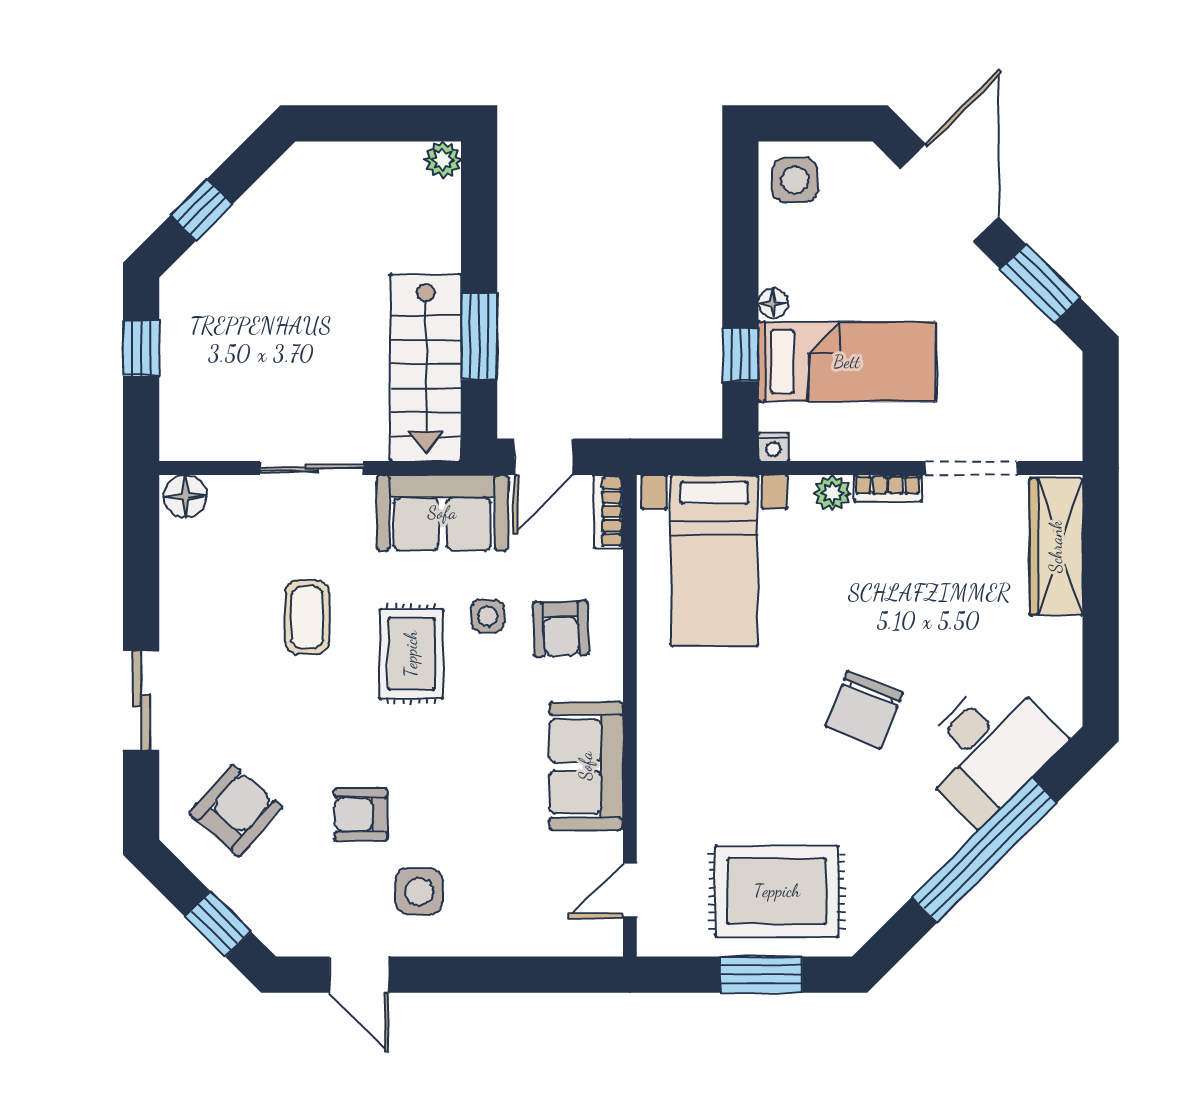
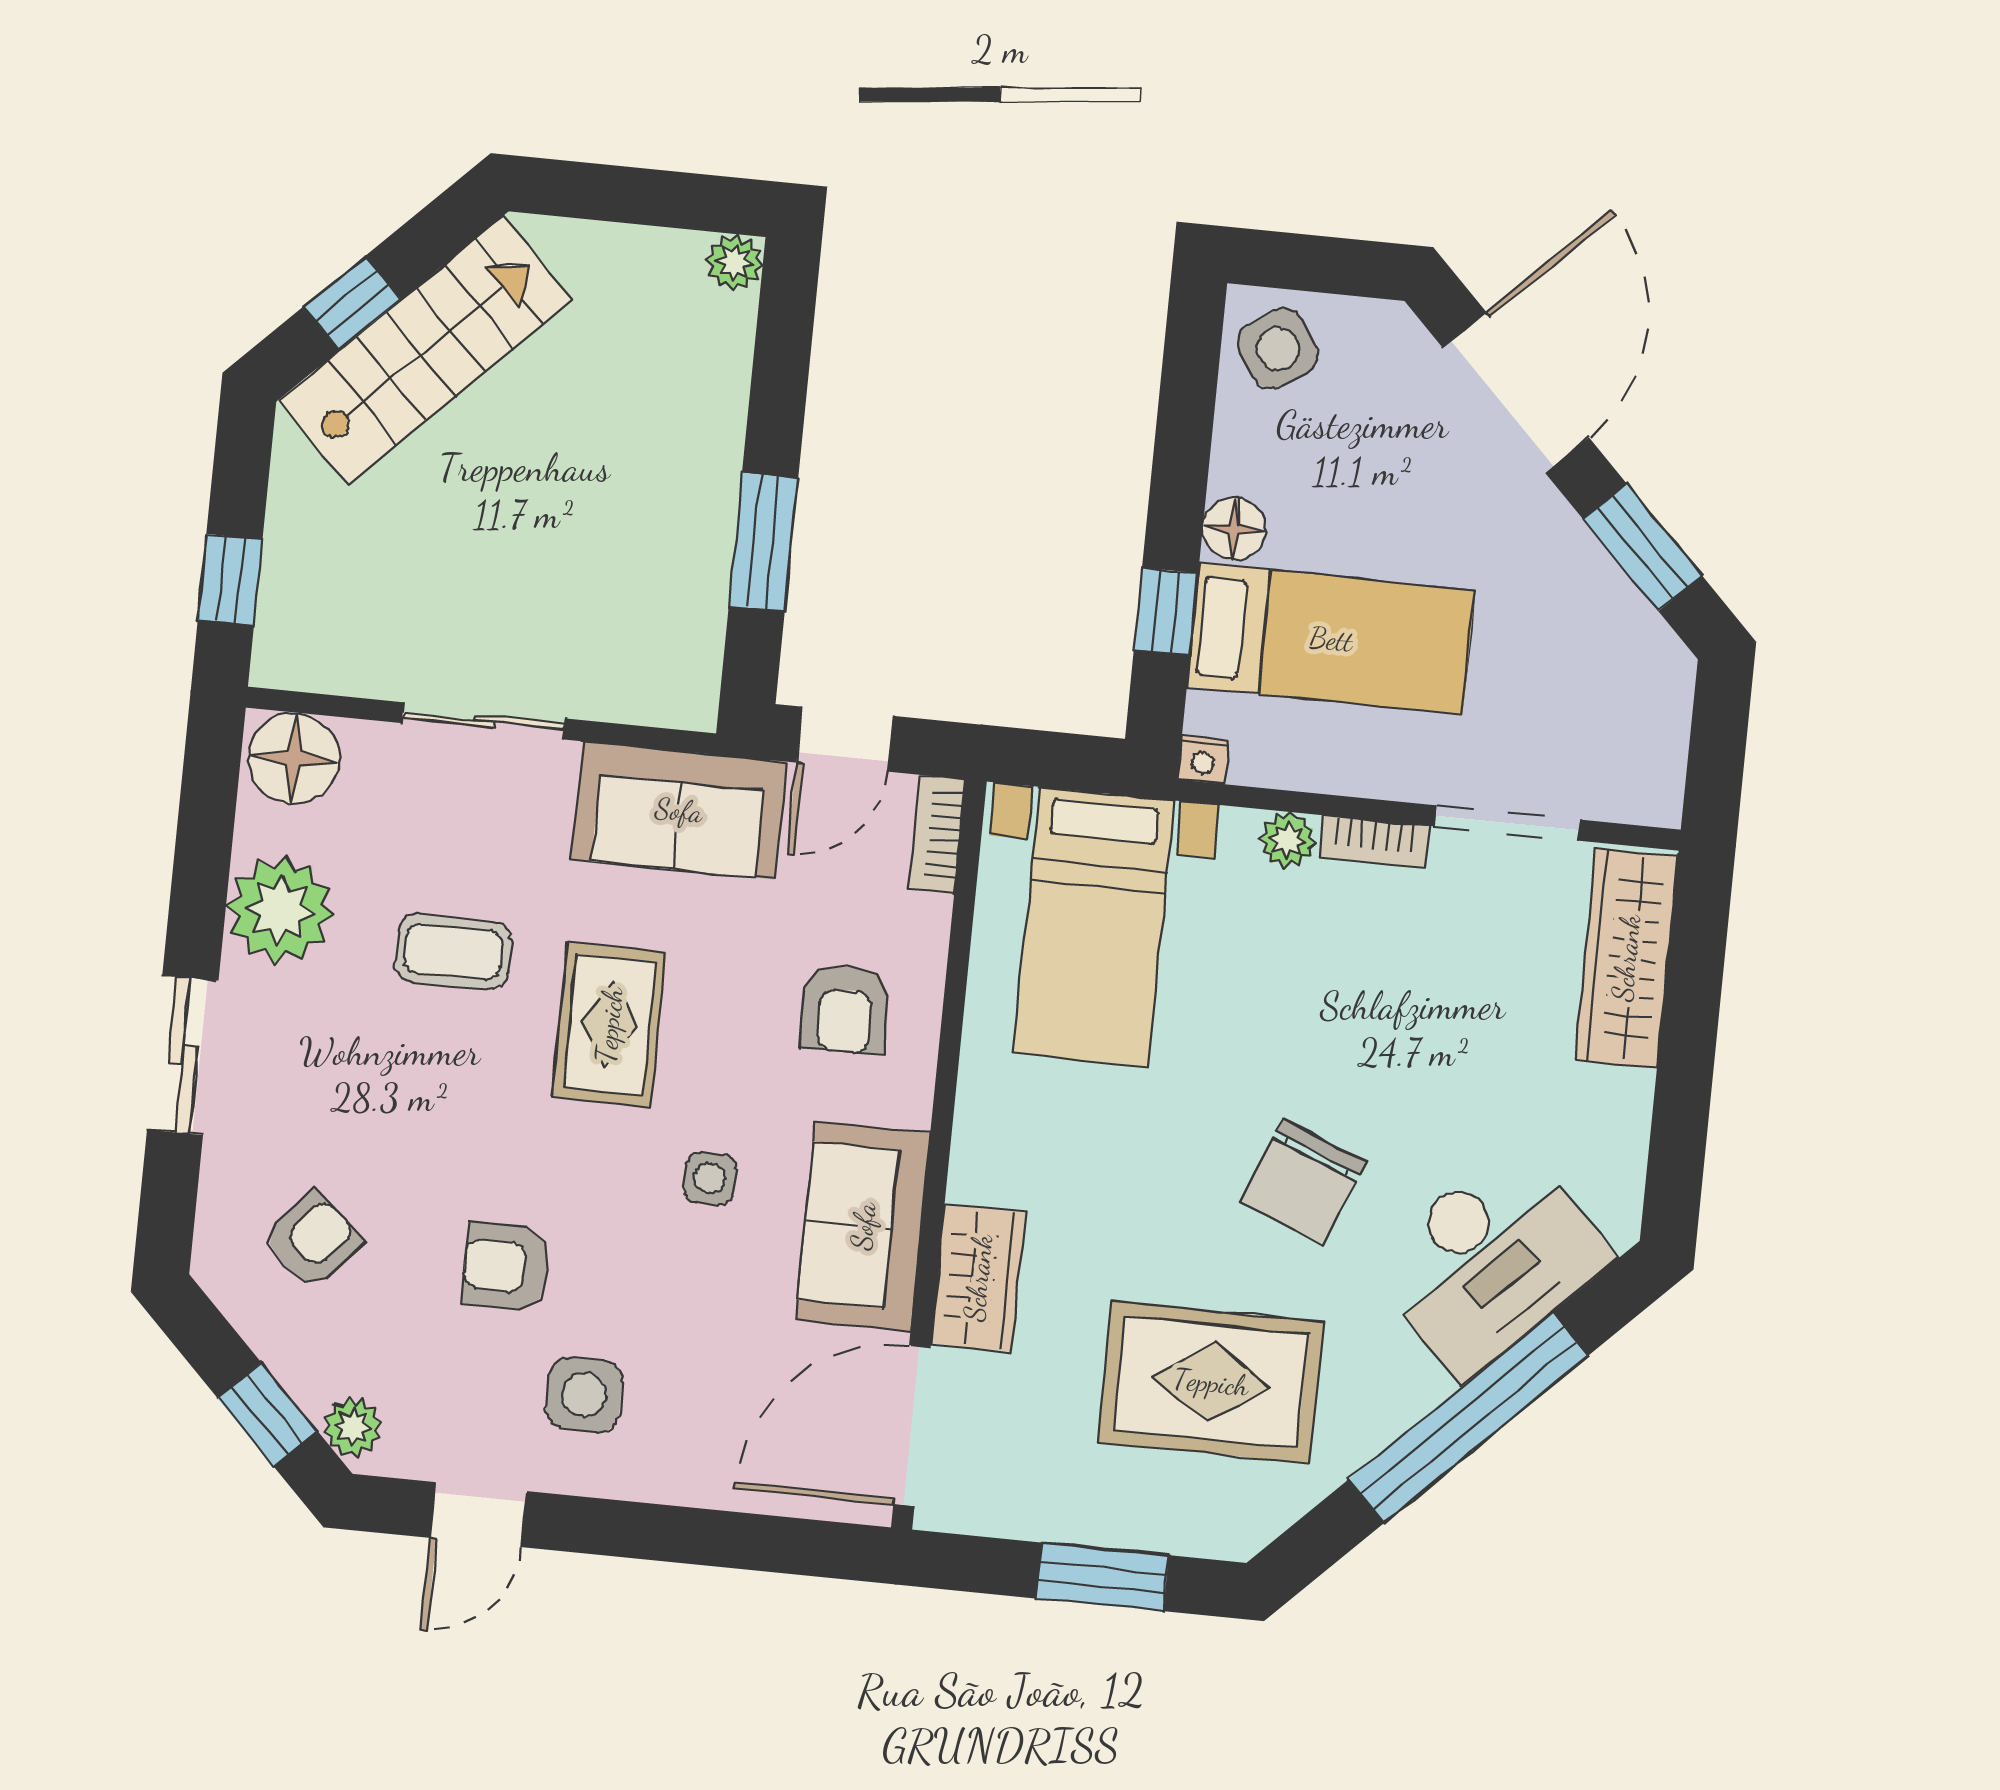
side table: (795, 180) -> (1278, 349), turned -33
floor lamp: (773, 303) -> (1234, 529), width x1.37, depth x1.37
window: (141, 348) -> (230, 579), moved
stairs: (426, 368) -> (426, 350), moved, turned -135
floor lamp: (185, 496) -> (294, 758), width x1.38, depth x1.38
plant: (194, 602) -> (280, 910), added
side table: (488, 616) -> (710, 1178), moved
coffee table: (307, 617) -> (453, 952), turned 90
wardrobe: (663, 792) -> (978, 1278), added
armchair: (236, 810) -> (312, 1240), width x0.72, depth x0.72
door: (630, 890) -> (912, 1426), width x1.88
rug: (777, 891) -> (1211, 1382), moved
plant: (273, 927) -> (353, 1427), added
door: (359, 975) -> (479, 1515), hinge flipped

